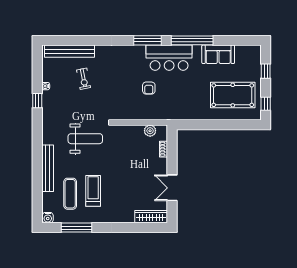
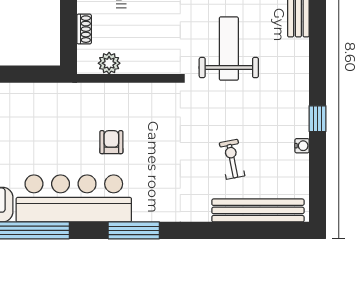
window: (148, 40) -> (134, 230), moved
bar counter: (169, 58) -> (74, 198), width x1.36
weight bench: (85, 139) -> (229, 49), turned 90

